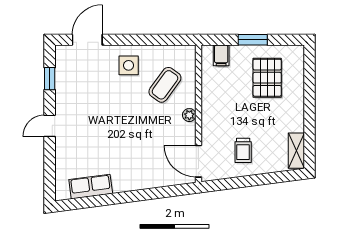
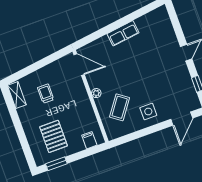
window: (253, 40) -> (56, 164), moved
trolley: (243, 150) -> (46, 94), moved
row of seats: (91, 187) -> (123, 33), moved

